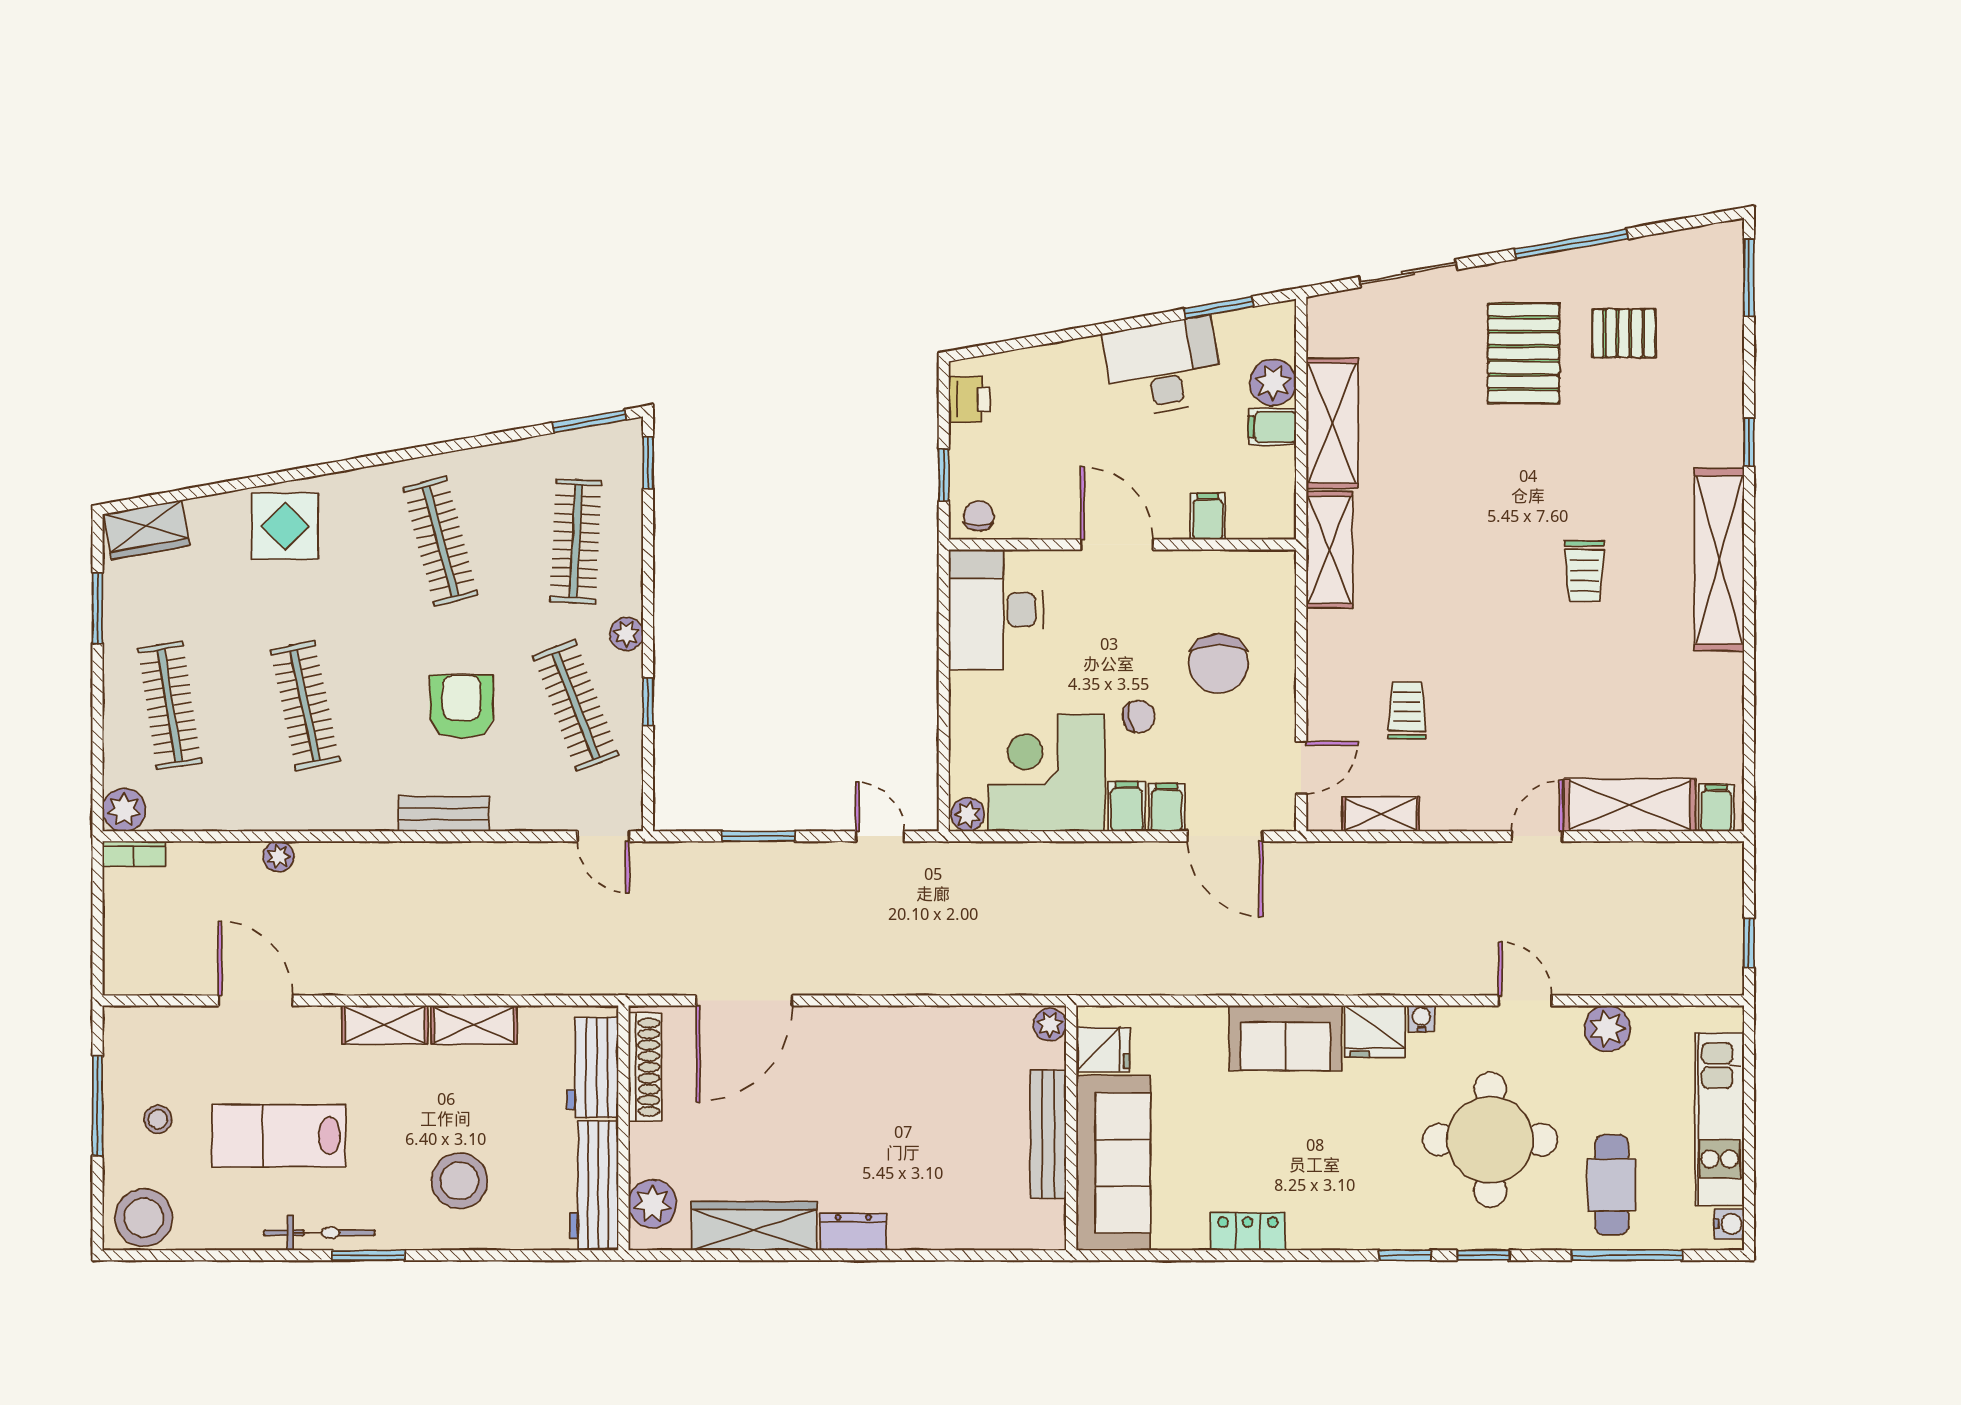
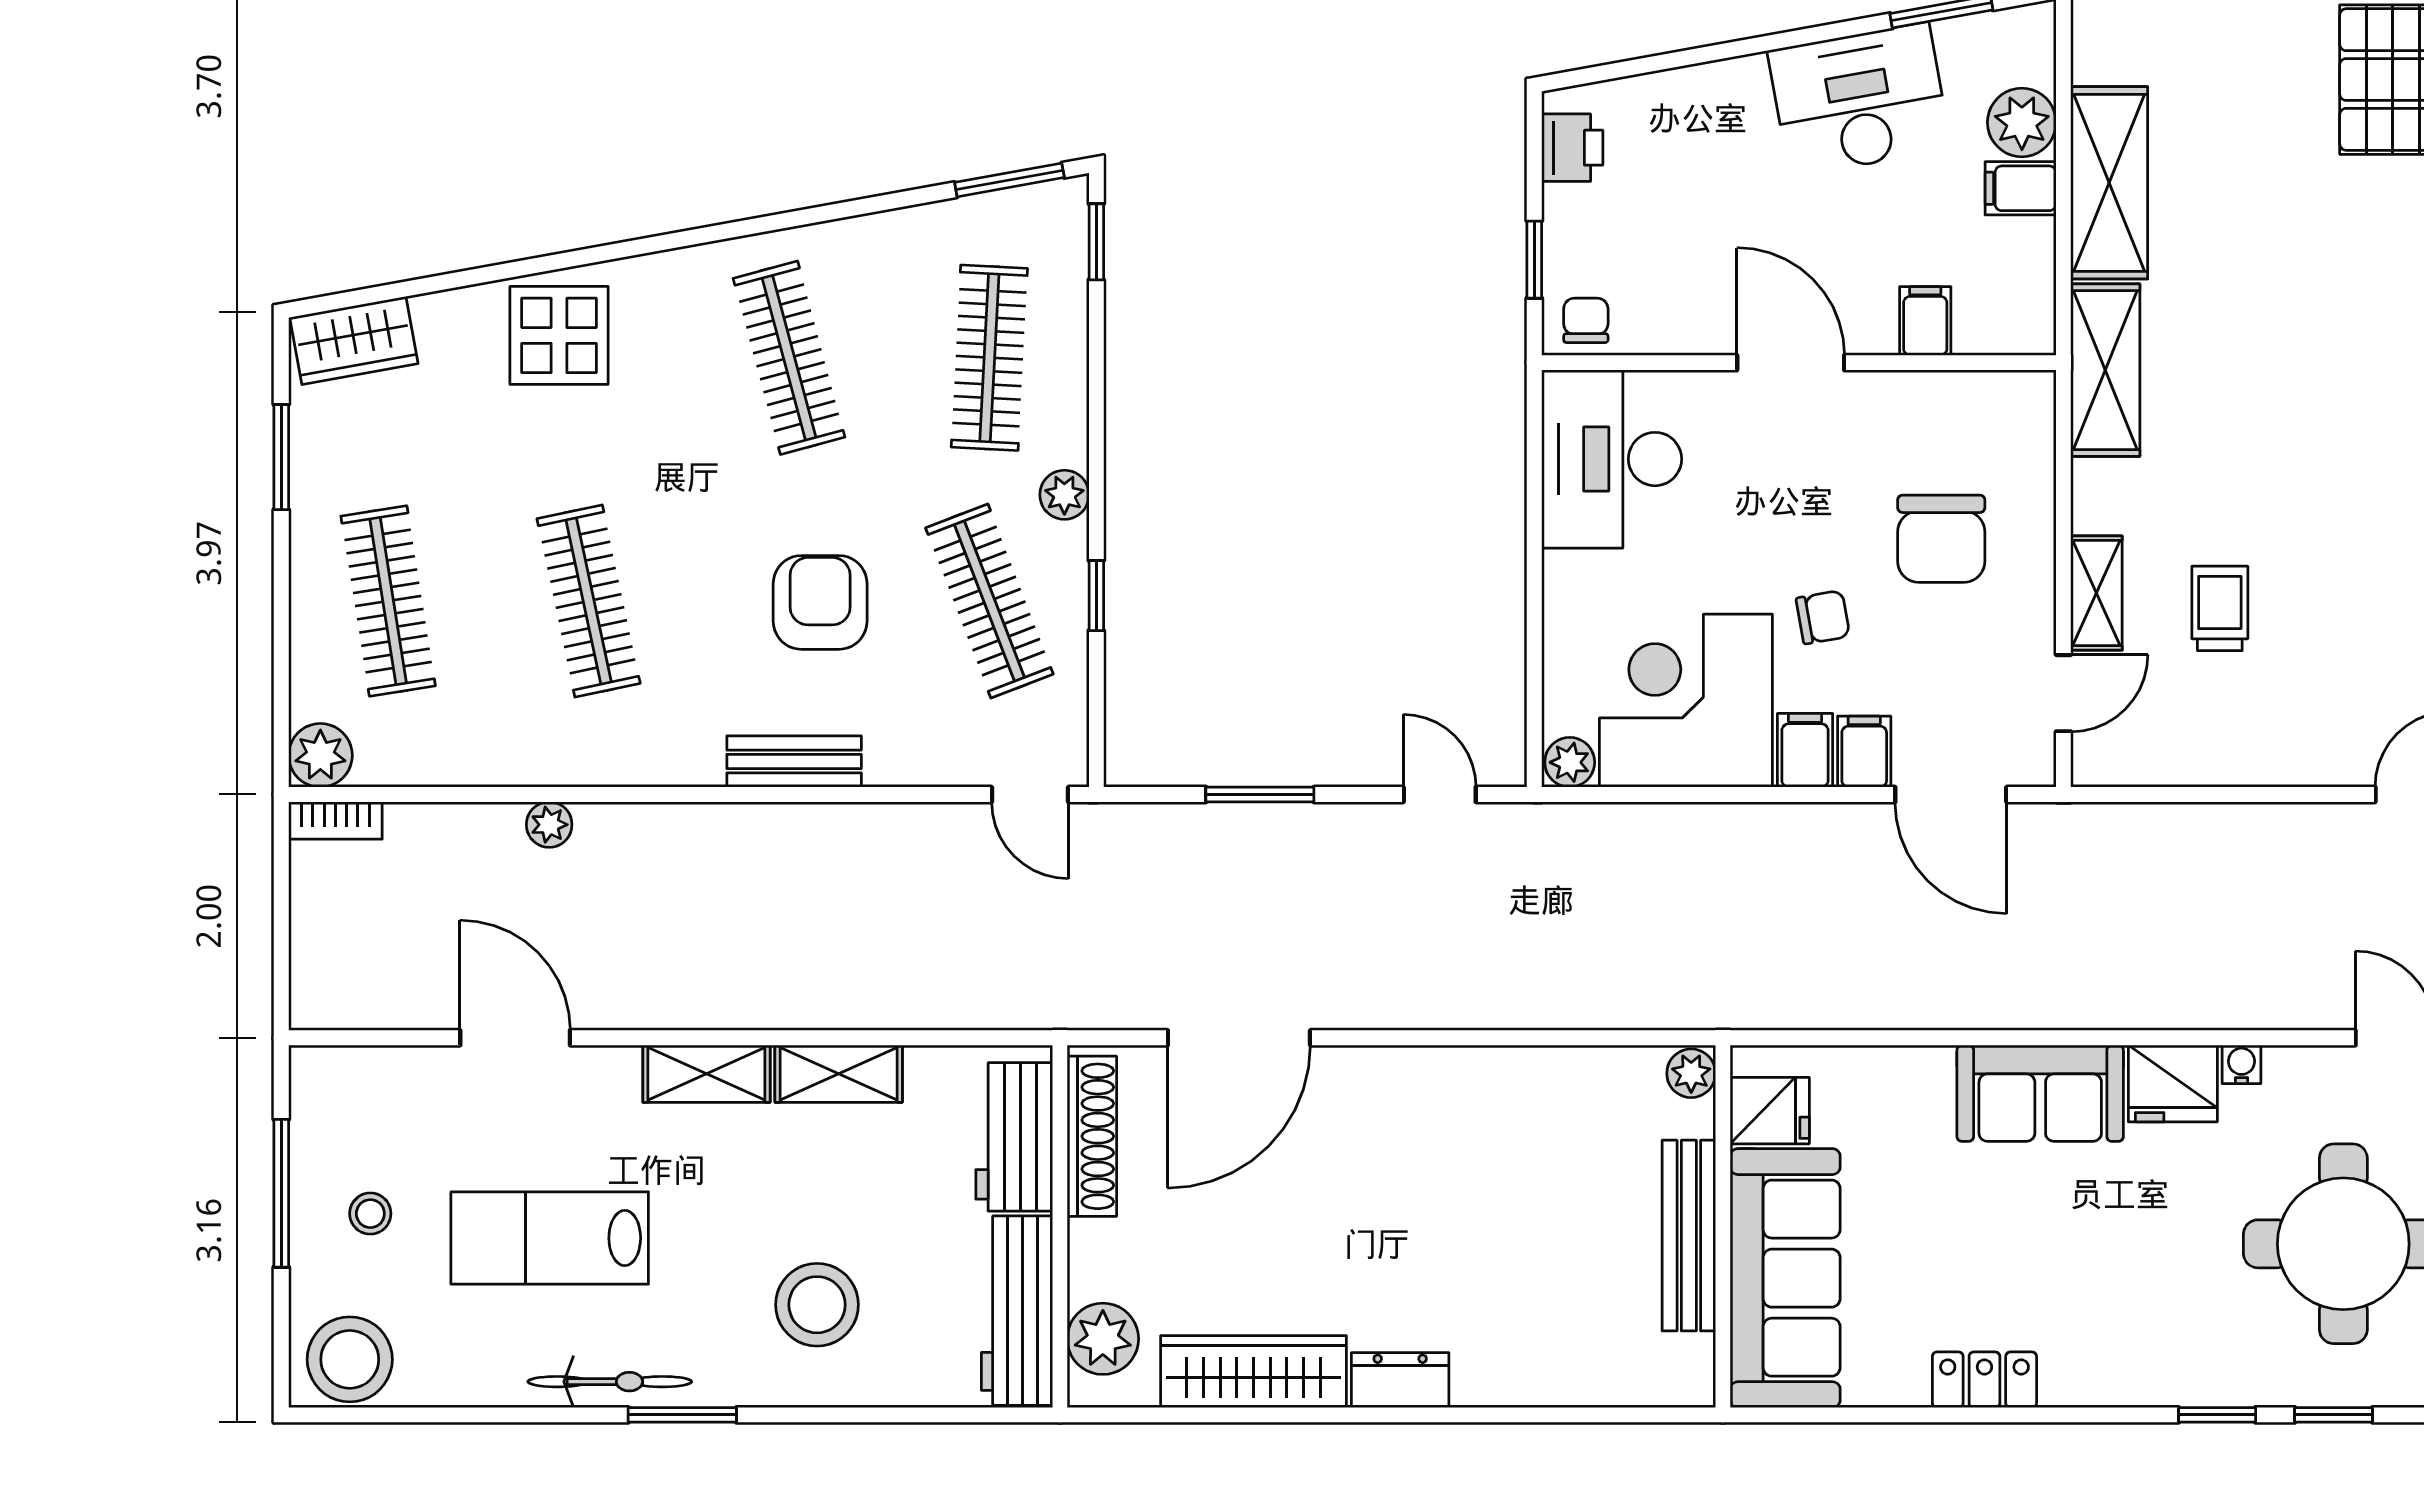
shelving: (1381, 814) -> (2096, 593), moved, turned 90

